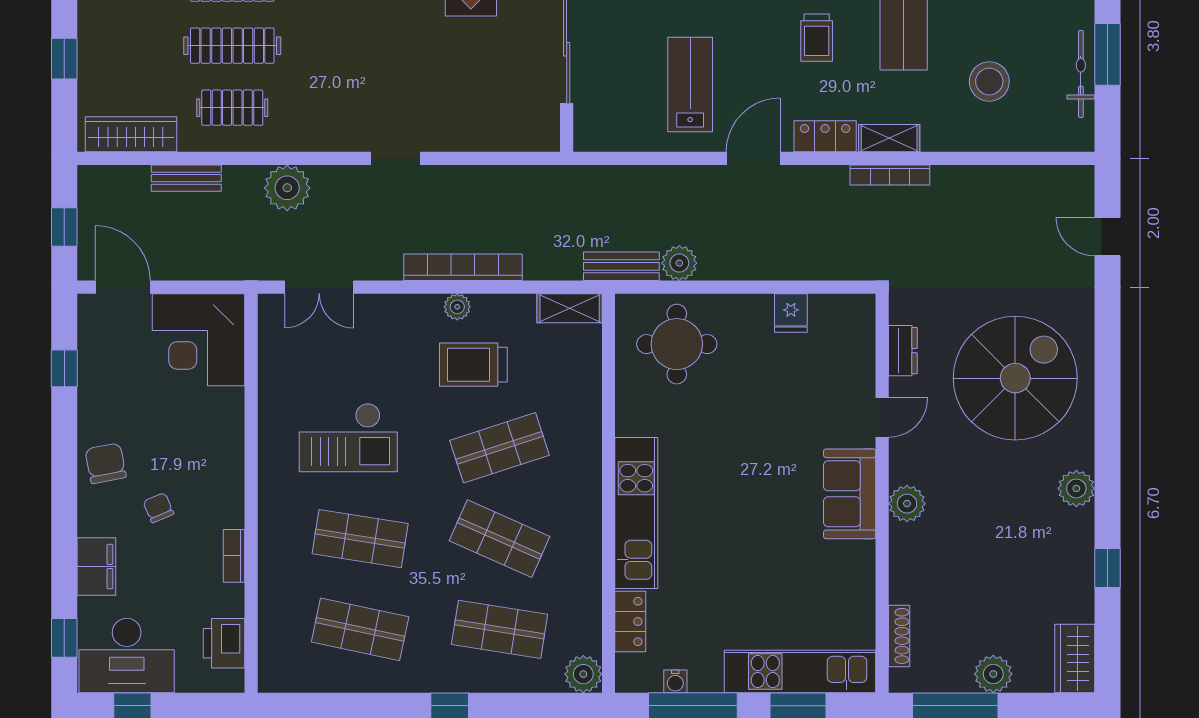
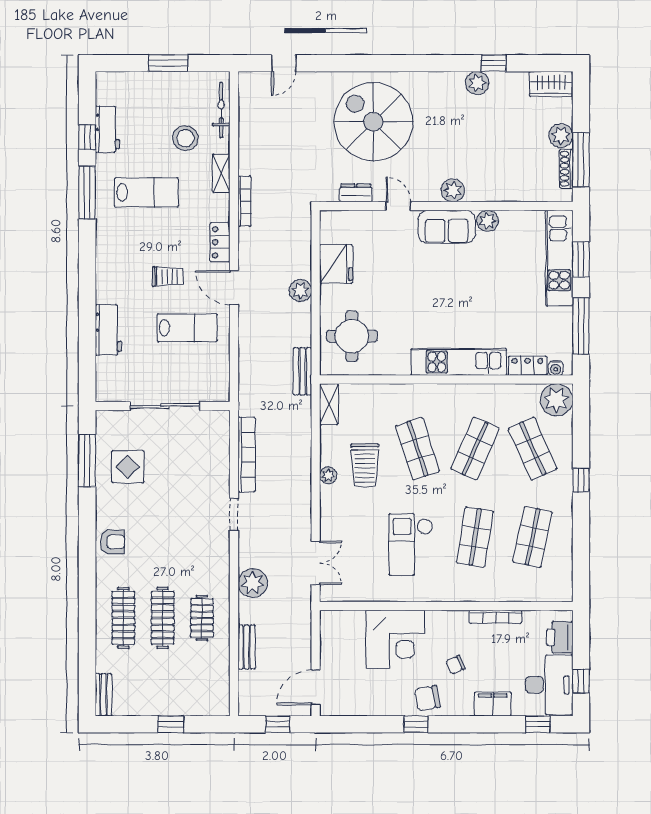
trolley: (817, 38) -> (168, 277), moved
bicycle: (1081, 74) -> (221, 110), moved, turned 90
lab bench: (690, 84) -> (187, 328), turned 180
wardrobe: (131, 134) -> (219, 682), removed
shelving: (889, 138) -> (221, 173), moved
plant: (679, 263) -> (300, 291), moved
bookcase: (463, 267) -> (247, 455), moved, turned 180
fridge: (791, 313) -> (336, 264), width x1.88, depth x1.34
corner desk: (198, 340) -> (395, 639), moved
window: (64, 368) -> (416, 724), moved
checkout: (348, 437) -> (411, 544), turned 180
plant: (1076, 488) -> (477, 83), moved
bookcase: (234, 556) -> (495, 617), width x1.56
plant: (859, 558) -> (488, 221), added
shop shelf: (500, 629) -> (533, 449), turned -33
shoe rack: (899, 636) -> (566, 169), moved, turned -90
printer: (224, 643) -> (560, 637), moved, turned 90
plant: (583, 674) -> (557, 400), width x1.36, depth x1.36
water cooler: (675, 681) -> (556, 368), moved, turned 90

